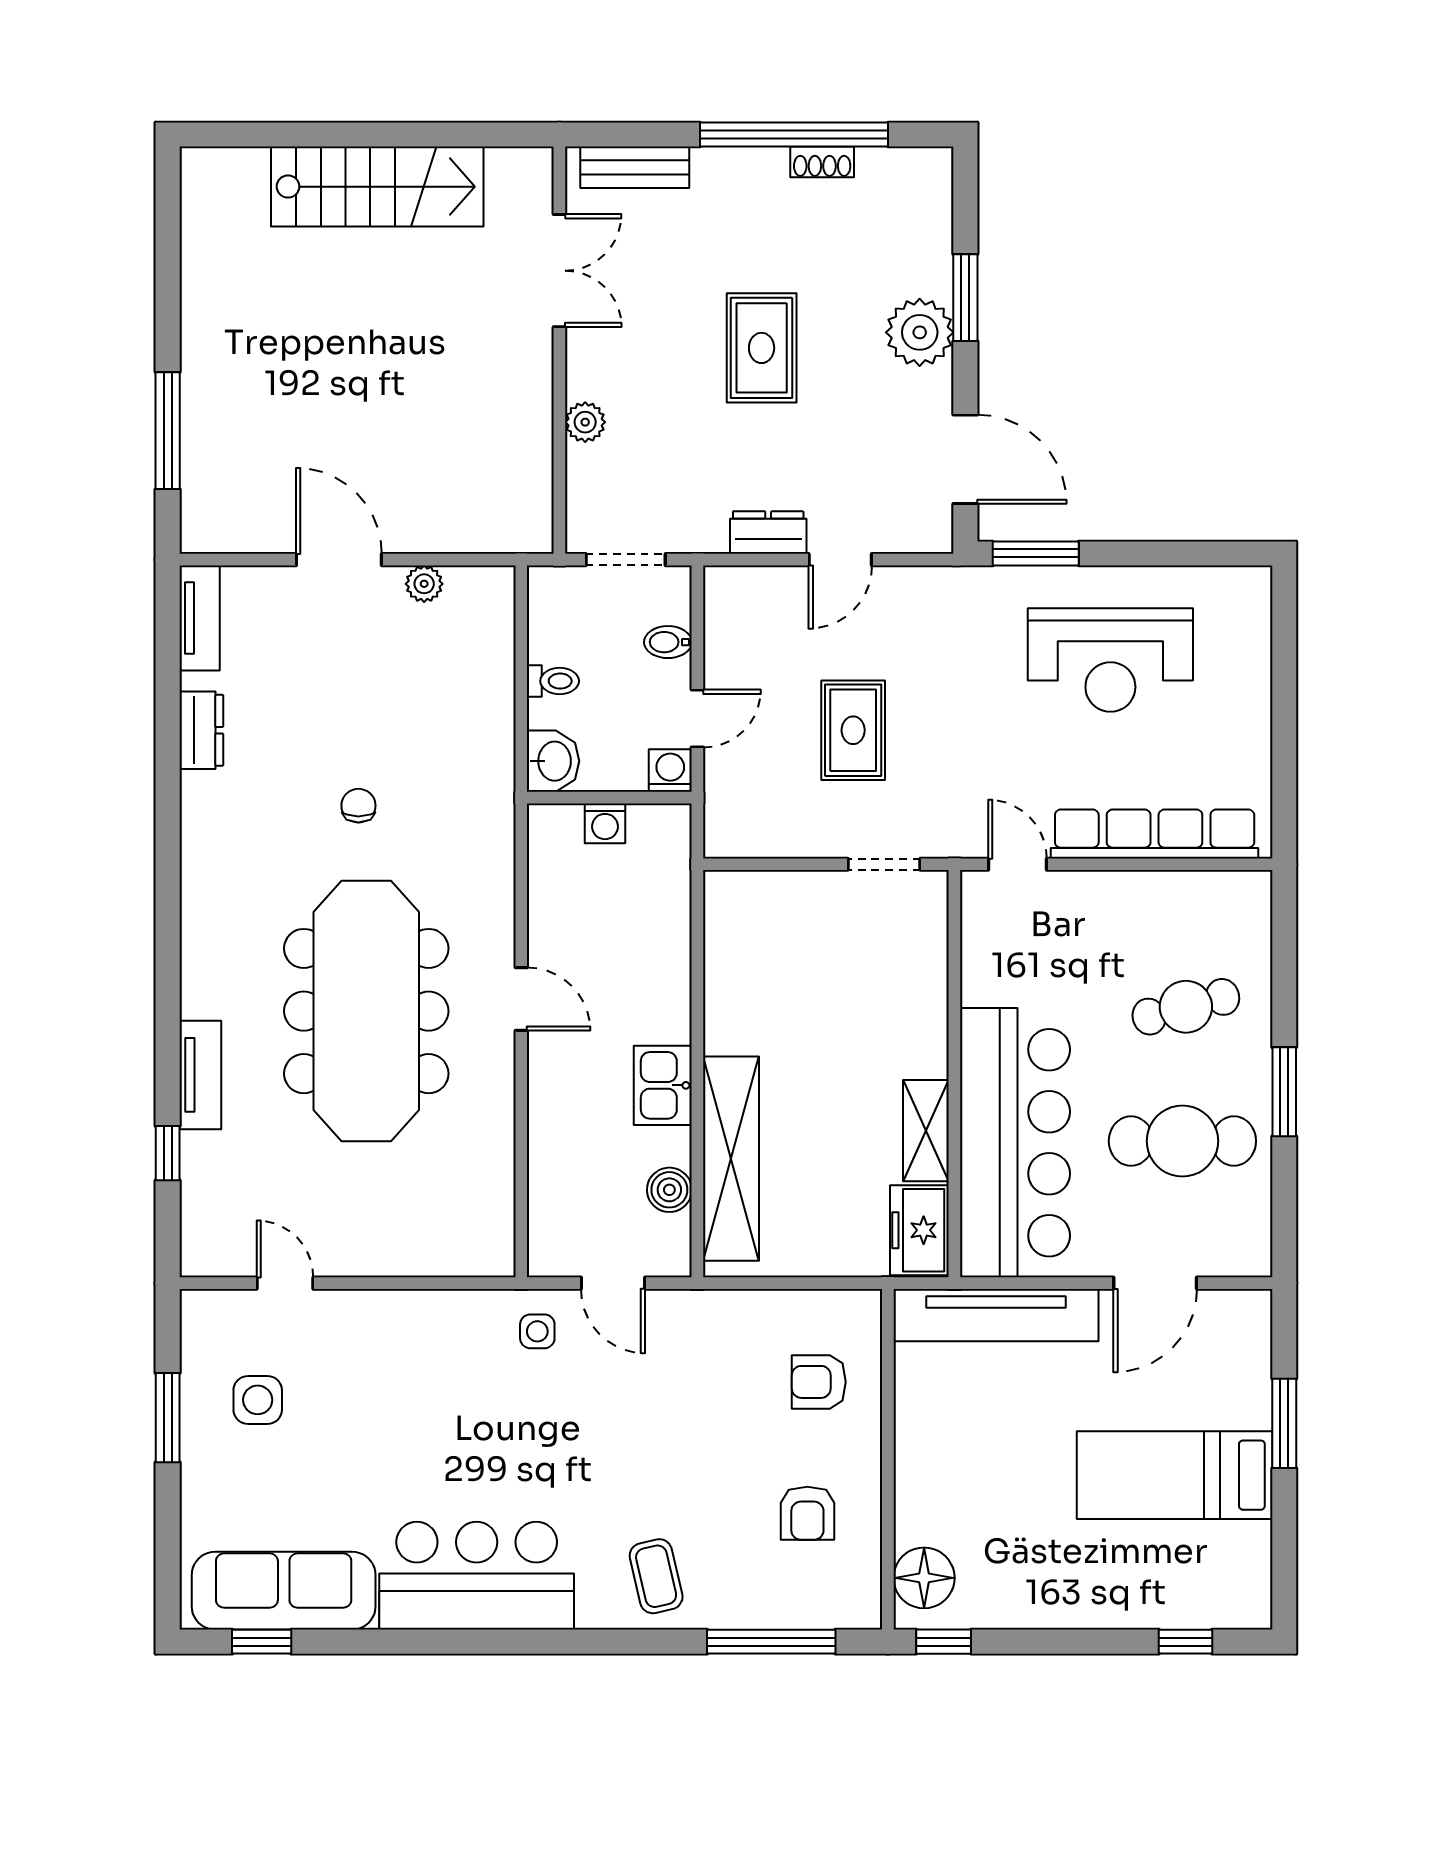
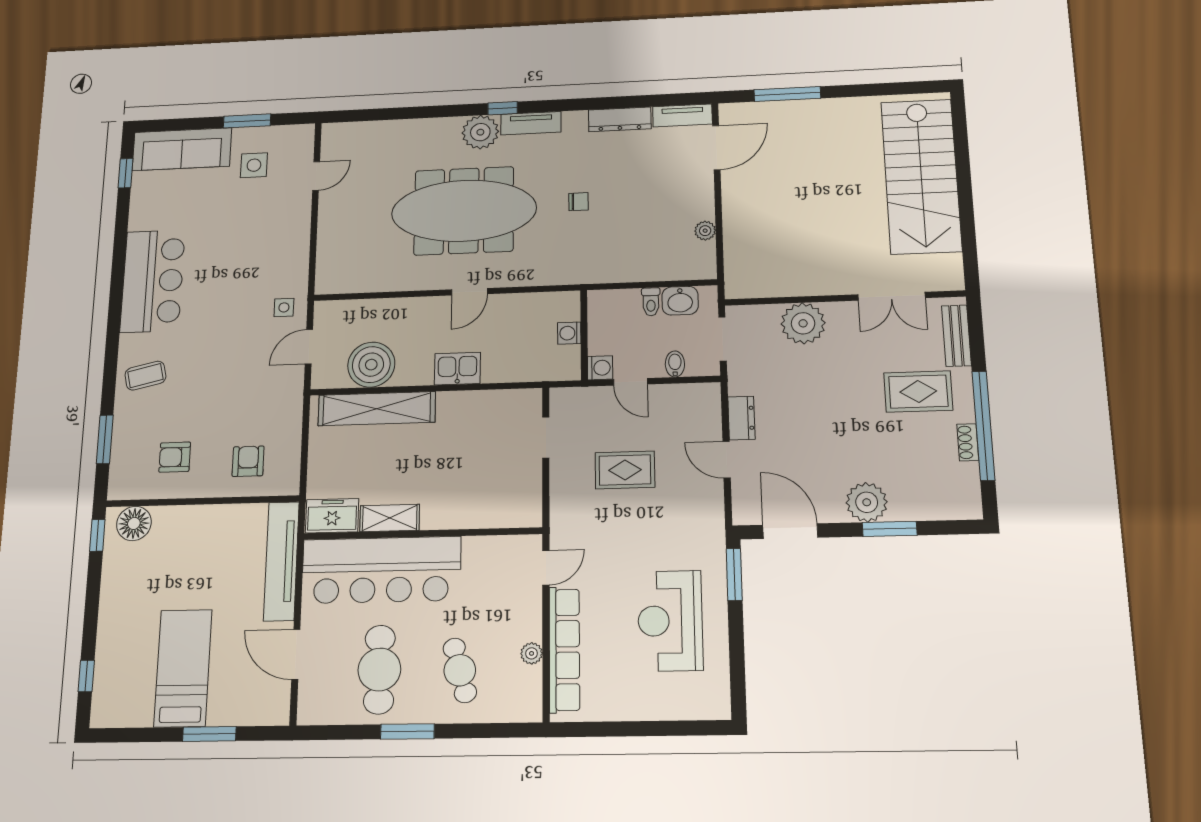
stairs: (377, 187) -> (921, 176), width x1.36, depth x1.51
rug: (762, 348) -> (918, 391), moved
plant: (585, 422) -> (803, 323), width x1.87, depth x1.87
door: (965, 459) -> (790, 531), swing flipped
door: (339, 560) -> (716, 148), moved
dresser: (201, 730) -> (620, 119), width x1.44
washbasin: (553, 761) -> (680, 301), moved
doorway: (884, 864) -> (546, 437), moved
plant: (1160, 888) -> (532, 653), added
plant: (213, 983) -> (480, 132), added
tv unit: (200, 1075) -> (531, 123), moved
kitchen sink: (663, 1085) -> (457, 369), moved
window: (168, 1153) -> (503, 108), moved
boiler: (669, 1190) -> (371, 365), width x1.86, depth x1.86
sofa: (284, 1591) -> (182, 149), moved, turned 90
window: (771, 1642) -> (105, 439), width x0.69

